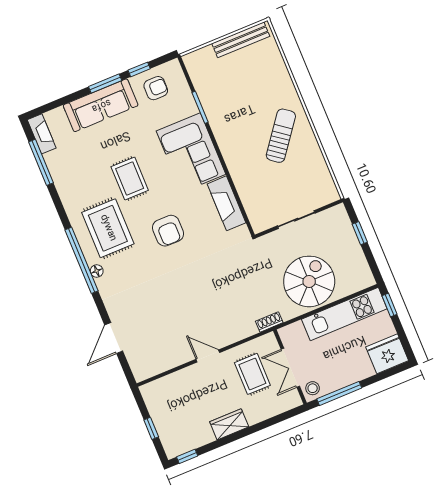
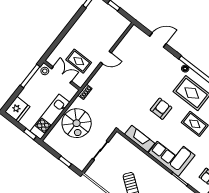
armchair: (168, 231) -> (161, 109), turned 90
door: (114, 338) -> (158, 40), hinge flipped
wardrobe: (229, 424) -> (76, 30), removed

